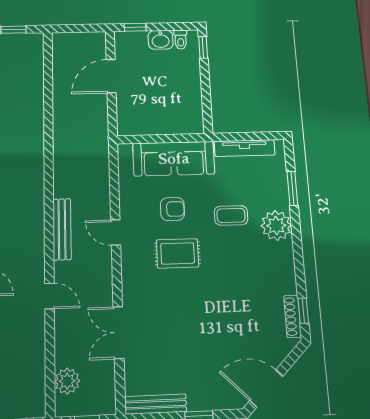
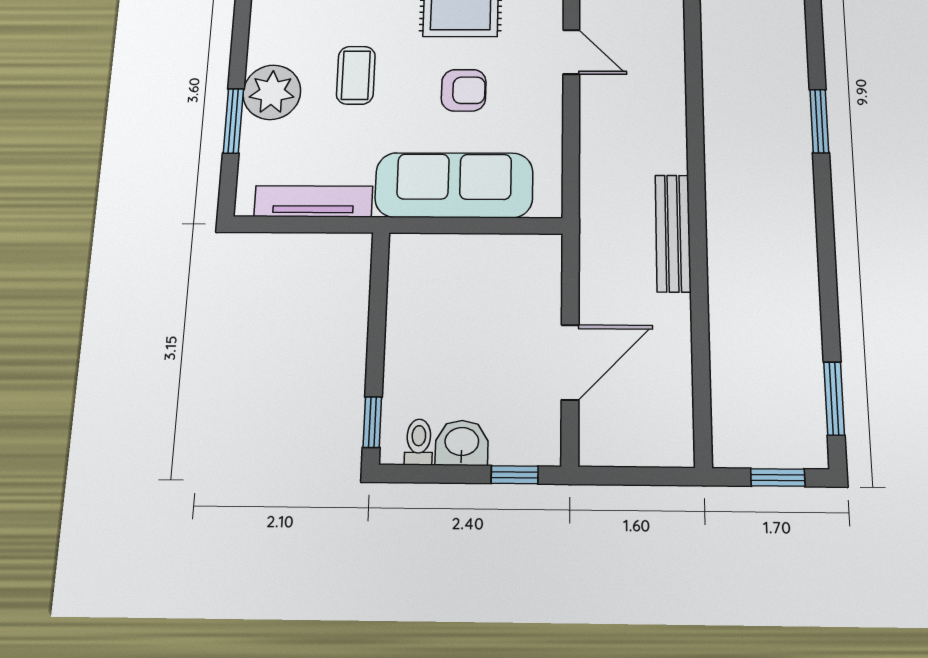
armchair: (173, 209) -> (464, 90), turned 180
coffee table: (231, 215) -> (356, 75), turned 90
plant: (276, 226) -> (272, 92), moved
bench: (62, 229) -> (673, 233), moved

